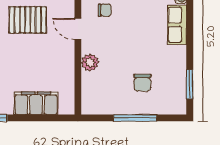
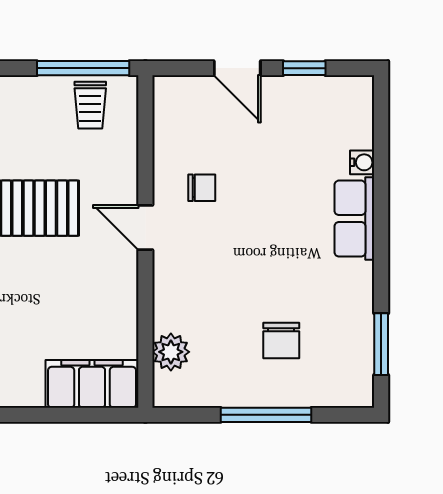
plant: (90, 62) -> (171, 352), moved
filing cabinet: (36, 103) -> (92, 384), moved

